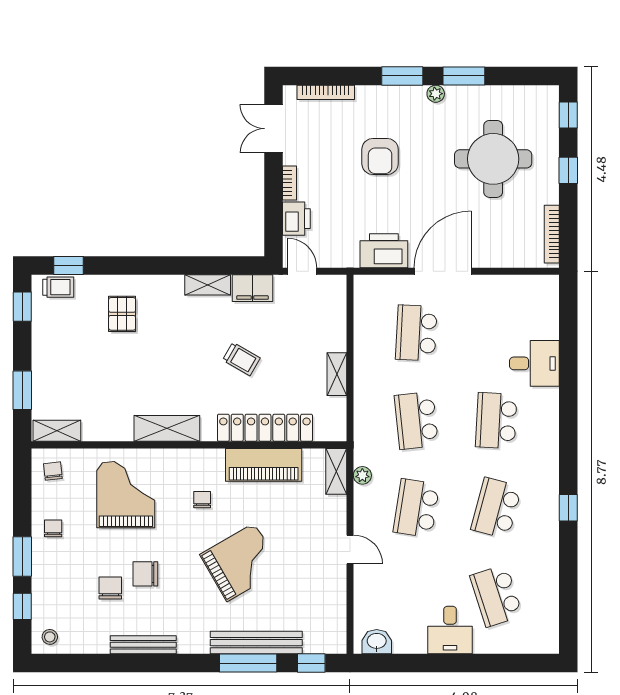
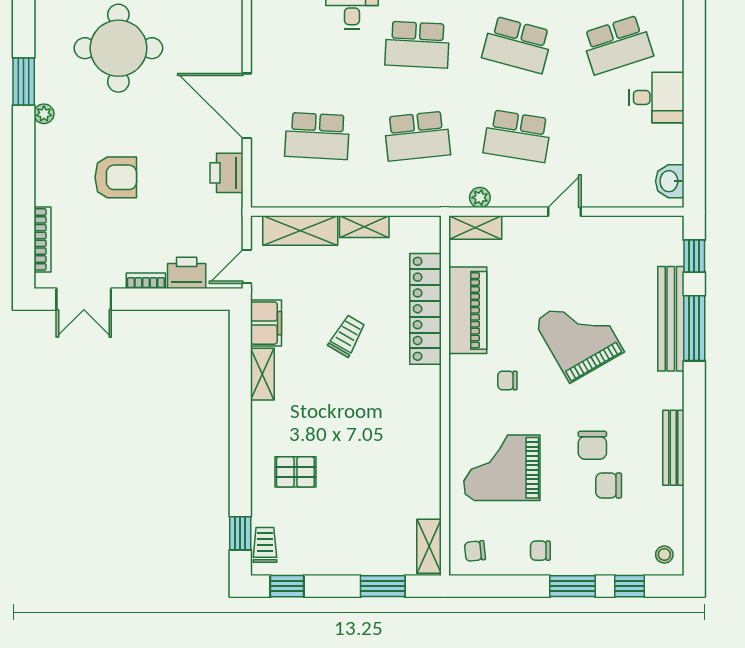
window: (402, 76) -> (24, 152), removed
printer: (384, 251) -> (227, 173), width x0.73, depth x0.84
shelving: (167, 428) -> (300, 231), moved, turned 90

